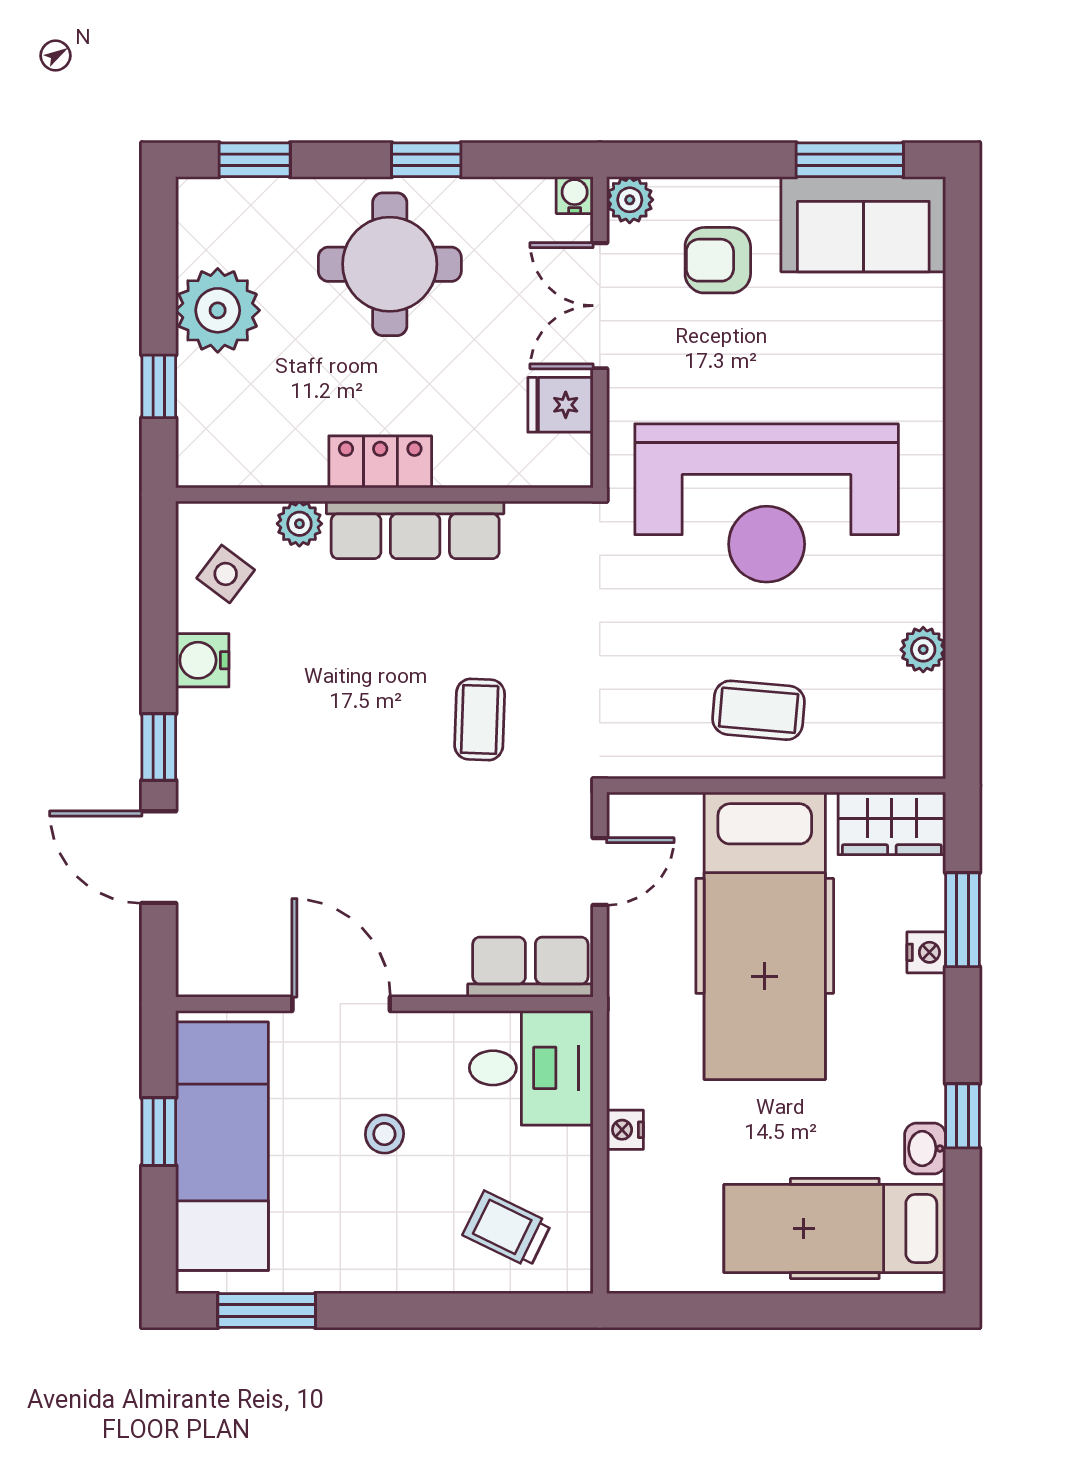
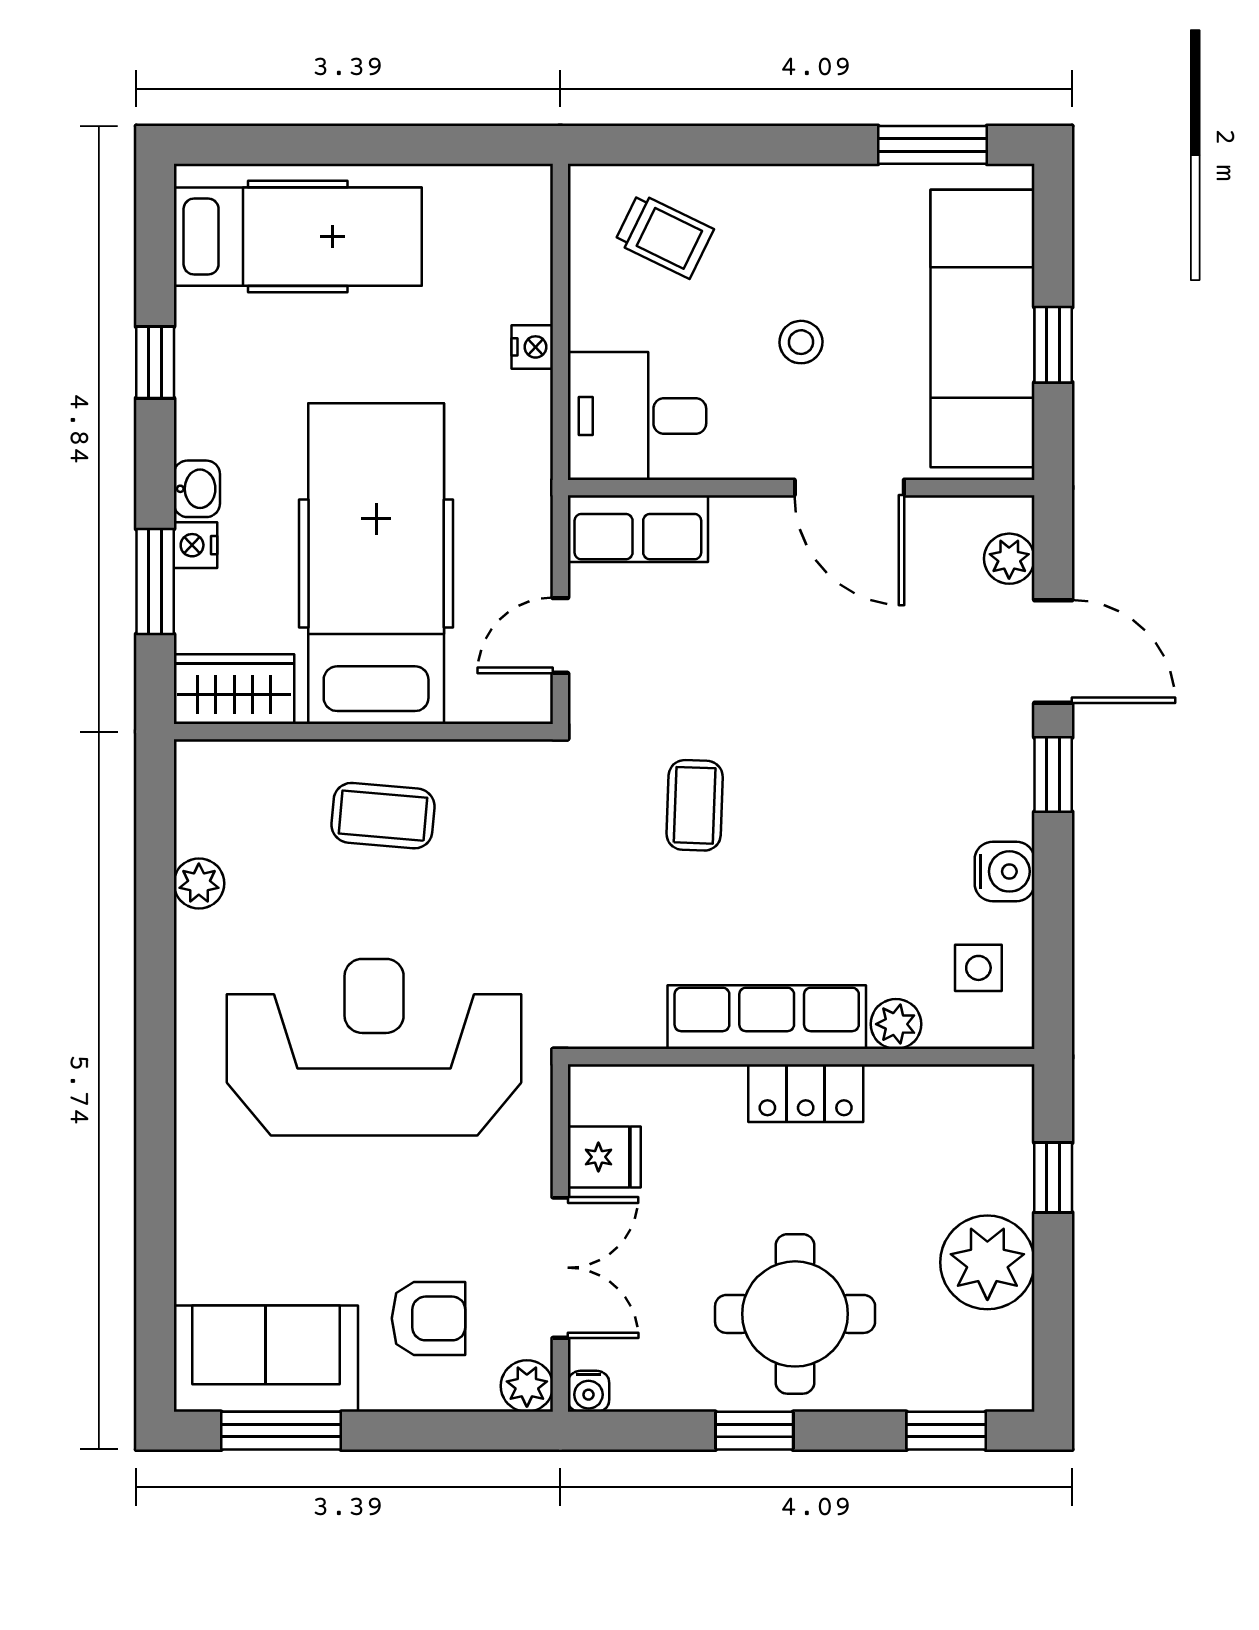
side table: (226, 574) -> (978, 968), turned -37
plant: (198, 940) -> (1009, 559), added
washbasin: (925, 1149) -> (197, 489), moved

